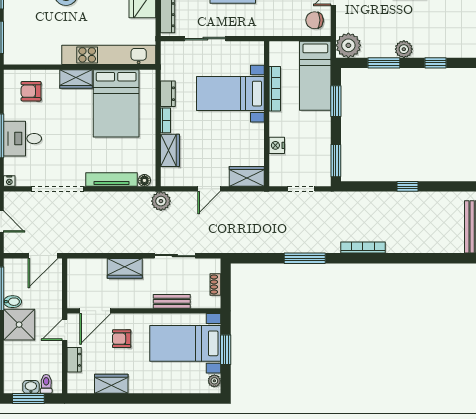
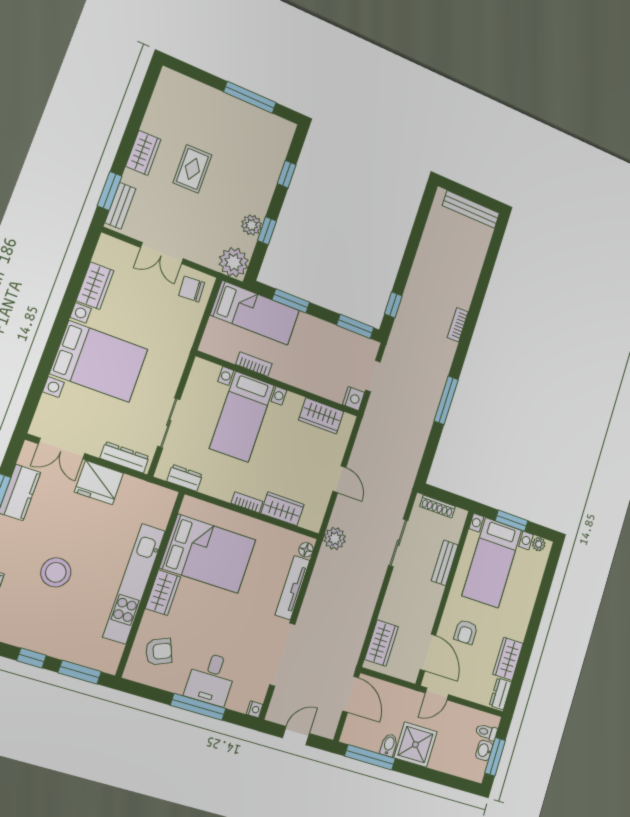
chair: (315, 20) -> (192, 289), turned 87
plant: (404, 49) -> (252, 225), moved
kitchen unit: (109, 55) -> (134, 584), moved
window: (384, 63) -> (267, 231), width x0.67
bookcase: (275, 89) -> (254, 364), width x0.64
armchair: (31, 91) -> (159, 652), turned -113
dresser: (168, 94) -> (185, 478), moved
nightstand: (277, 145) -> (353, 399), moved, turned -90
wardrobe: (247, 176) -> (321, 416), moved, turned -90
window: (407, 186) -> (393, 305), moved
bookcase: (363, 248) -> (458, 325), width x0.64
wardrobe: (125, 268) -> (382, 643), moved
shoe rack: (215, 284) -> (438, 506), width x1.43
door: (65, 330) -> (437, 694), hinge flipped
dresser: (74, 360) -> (500, 694), moved, turned -90

